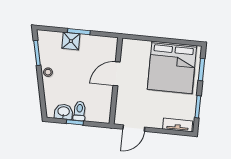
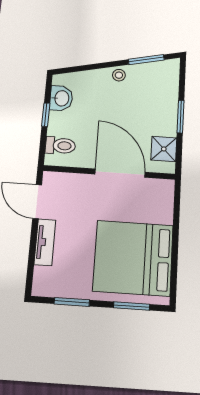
shower: (71, 41) -> (164, 149), moved
door: (117, 74) -> (120, 173), width x1.36
toilet: (79, 111) -> (60, 146), moved
tv unit: (178, 125) -> (45, 242), moved

